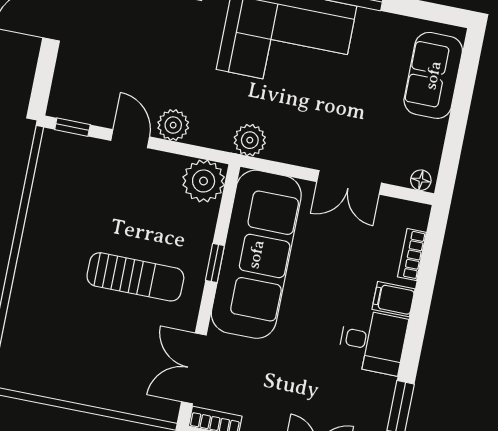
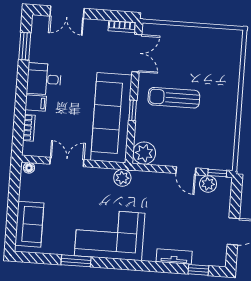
plant: (173, 125) -> (208, 184), moved

